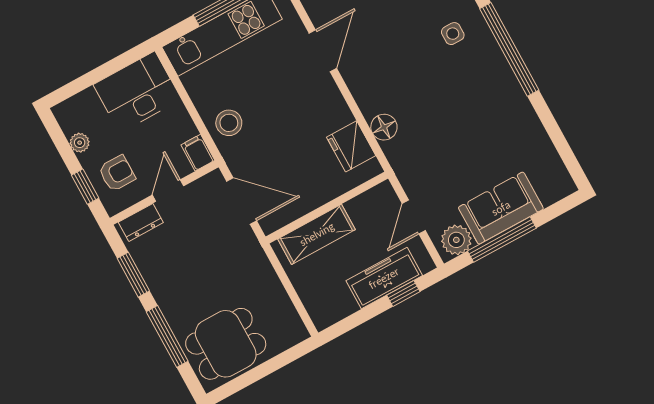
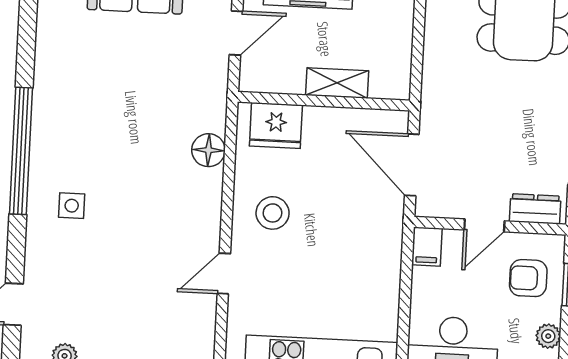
door: (323, 51) -> (224, 274), width x0.73
stool: (229, 123) -> (273, 213), moved
fridge: (351, 146) -> (276, 126), moved, turned 90
shelving: (317, 234) -> (337, 83), width x0.67, depth x0.75

